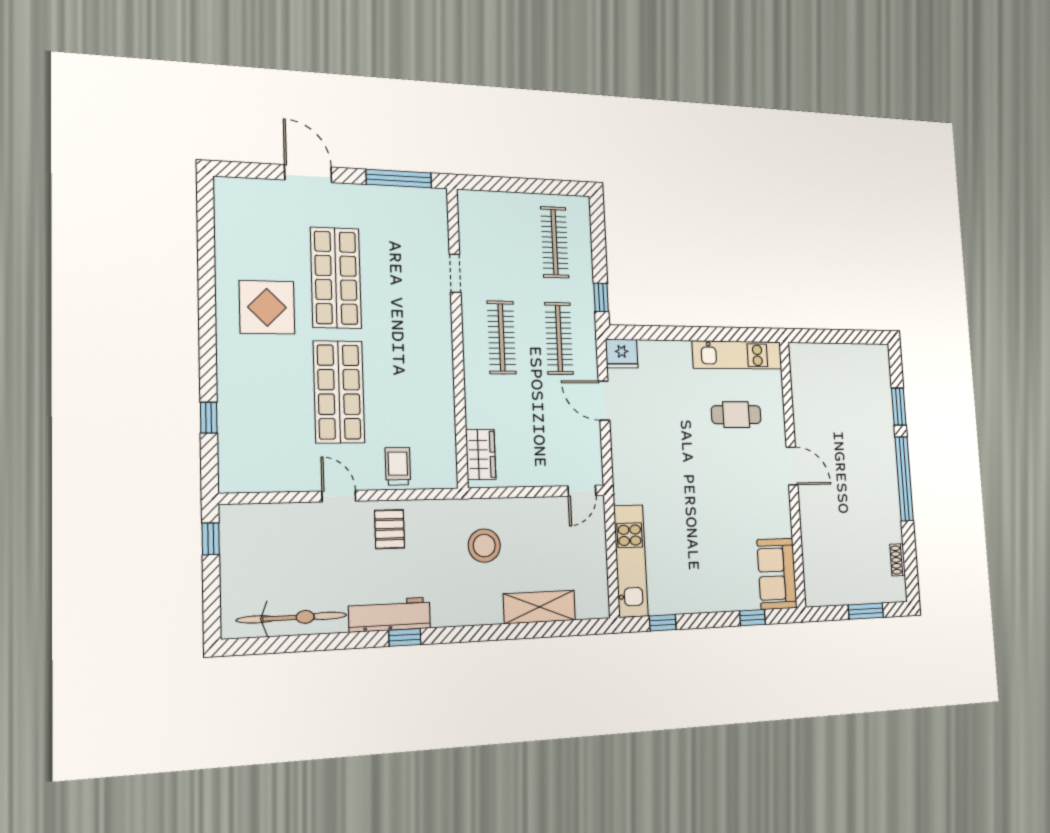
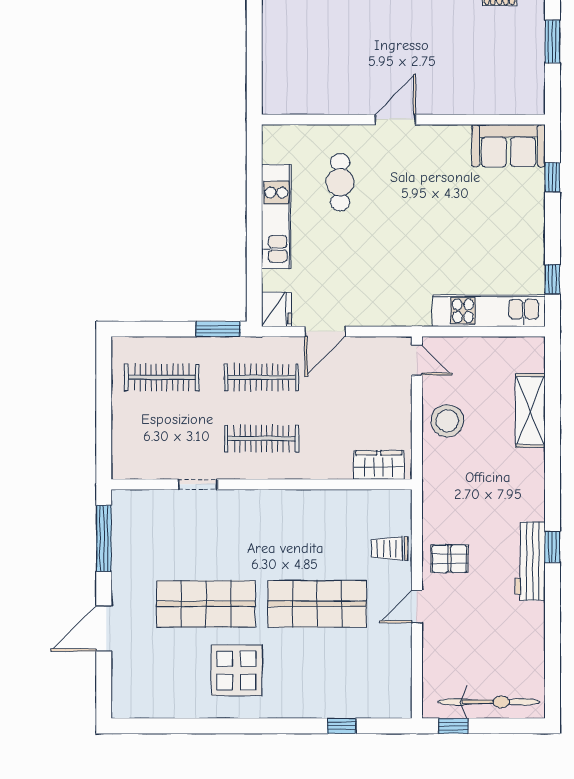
window: (601, 297) -> (218, 329), width x1.50
kitchen unit: (737, 355) -> (276, 217), moved
stool: (484, 546) -> (447, 421), moved
bicycle: (292, 618) -> (489, 702), moved, turned 90

